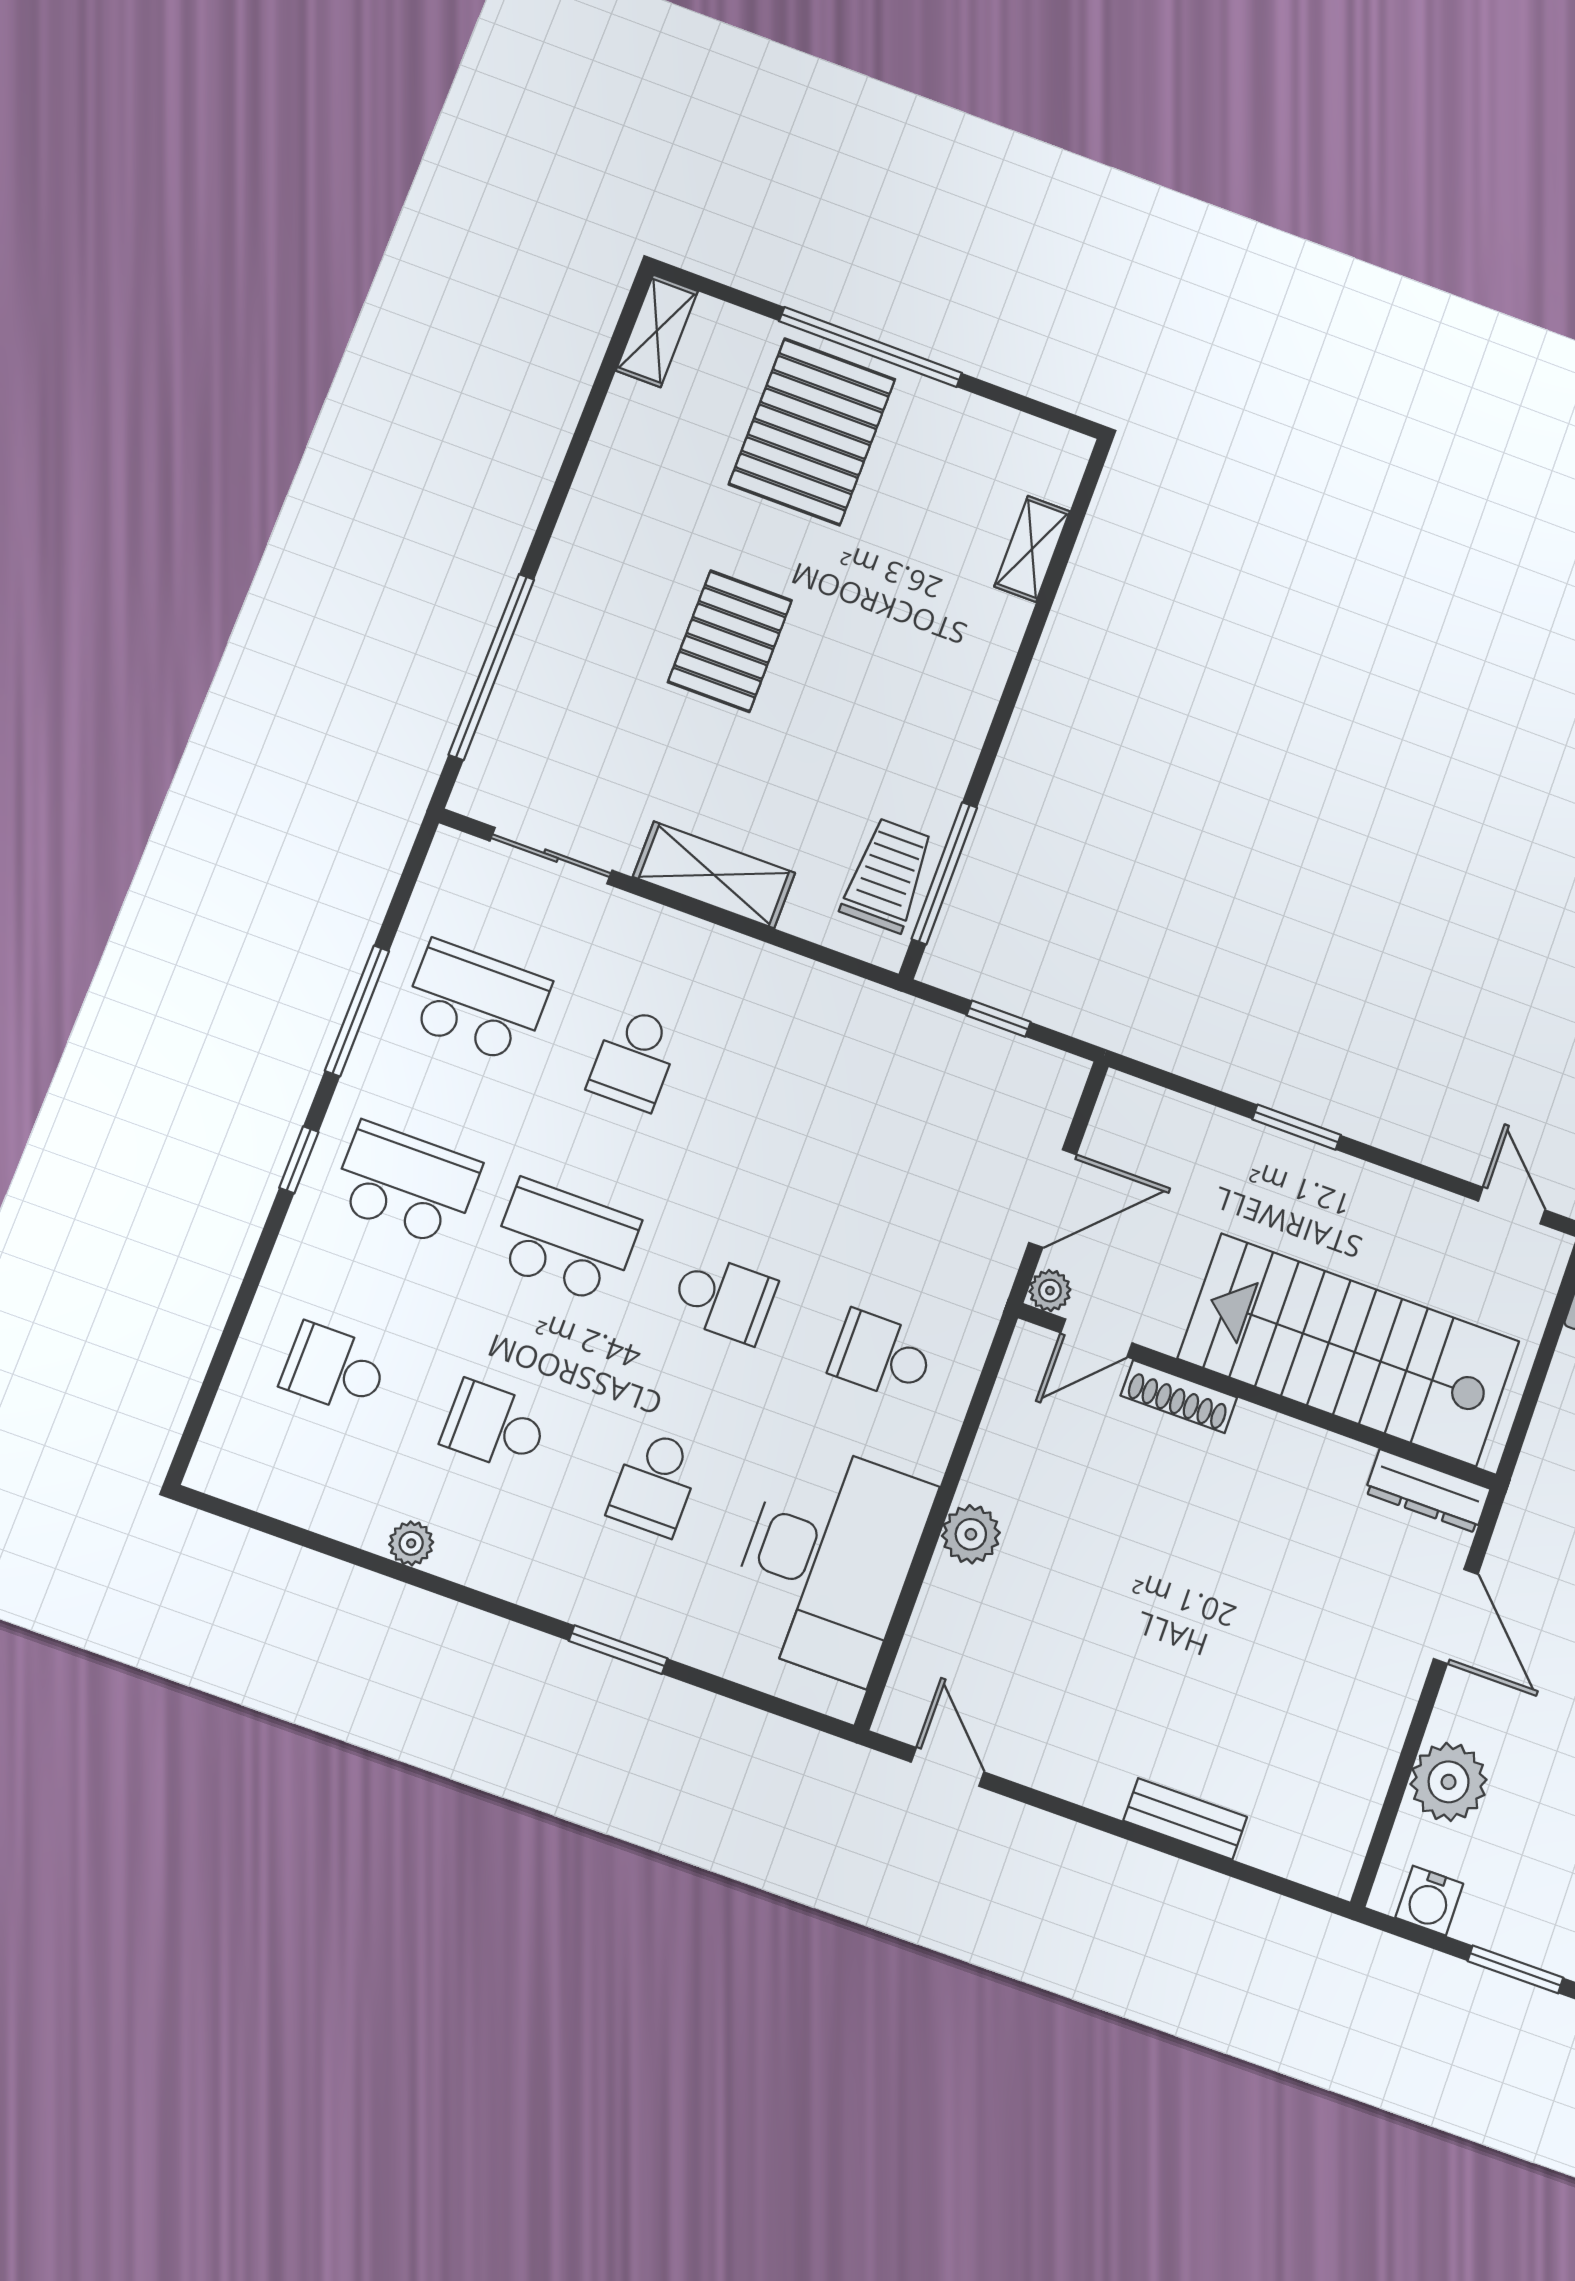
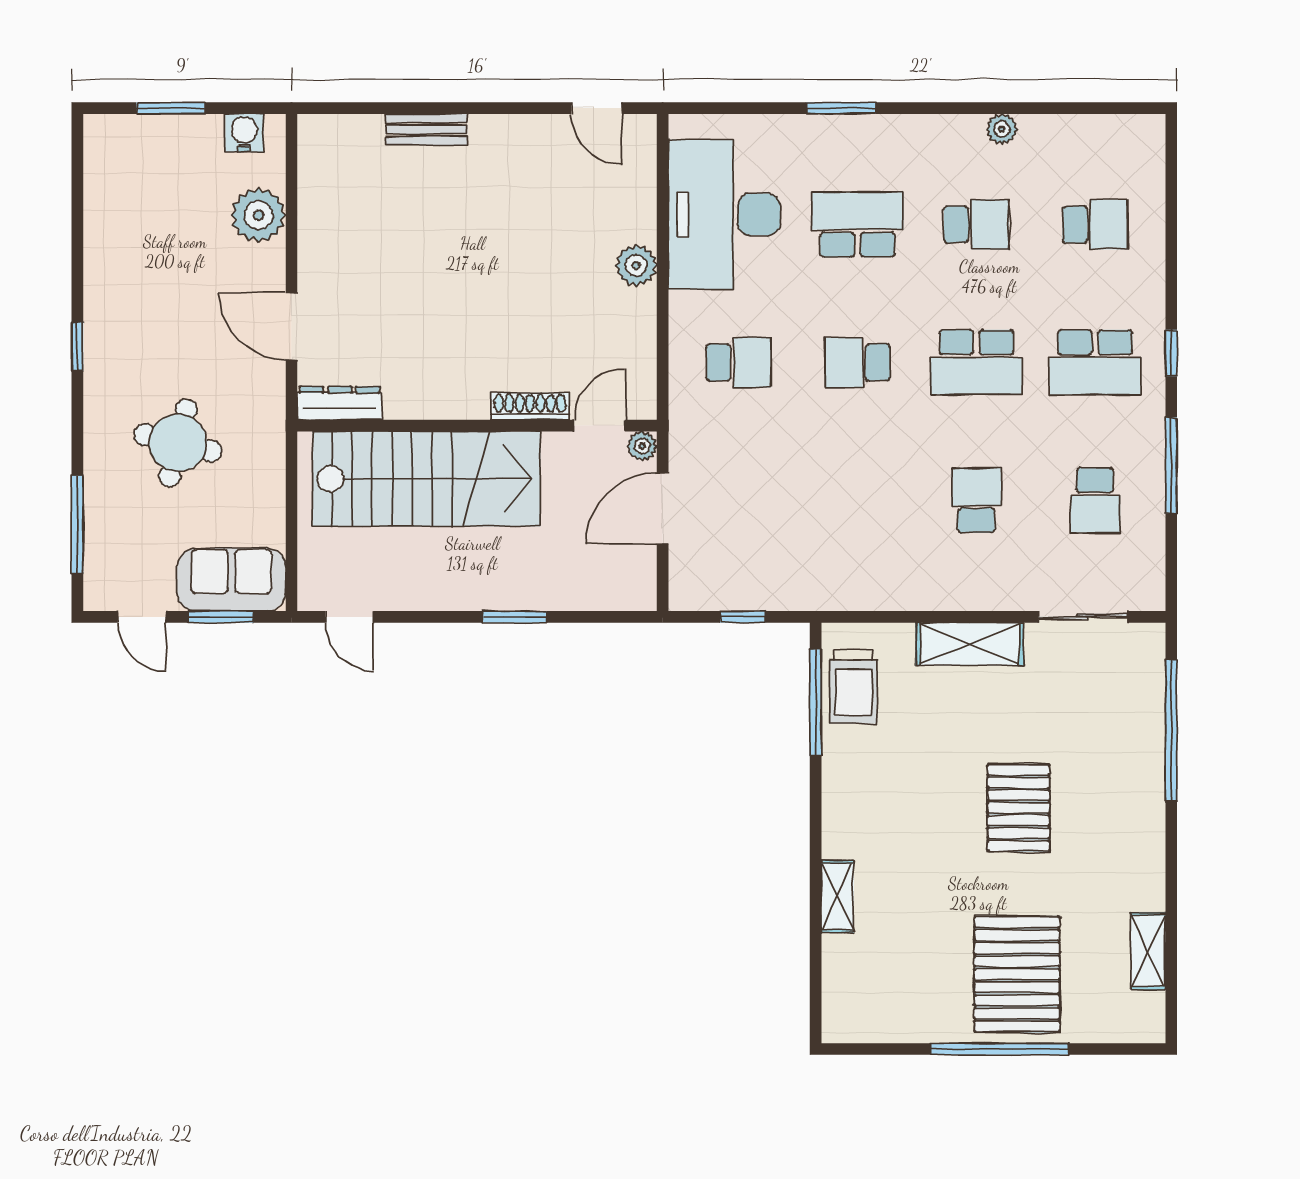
shelving: (657, 331) -> (1148, 951), moved
shelving: (1032, 549) -> (838, 897), moved
school desk: (476, 1002) -> (1095, 500), width x0.54
school desk: (655, 1483) -> (857, 225), width x1.85

